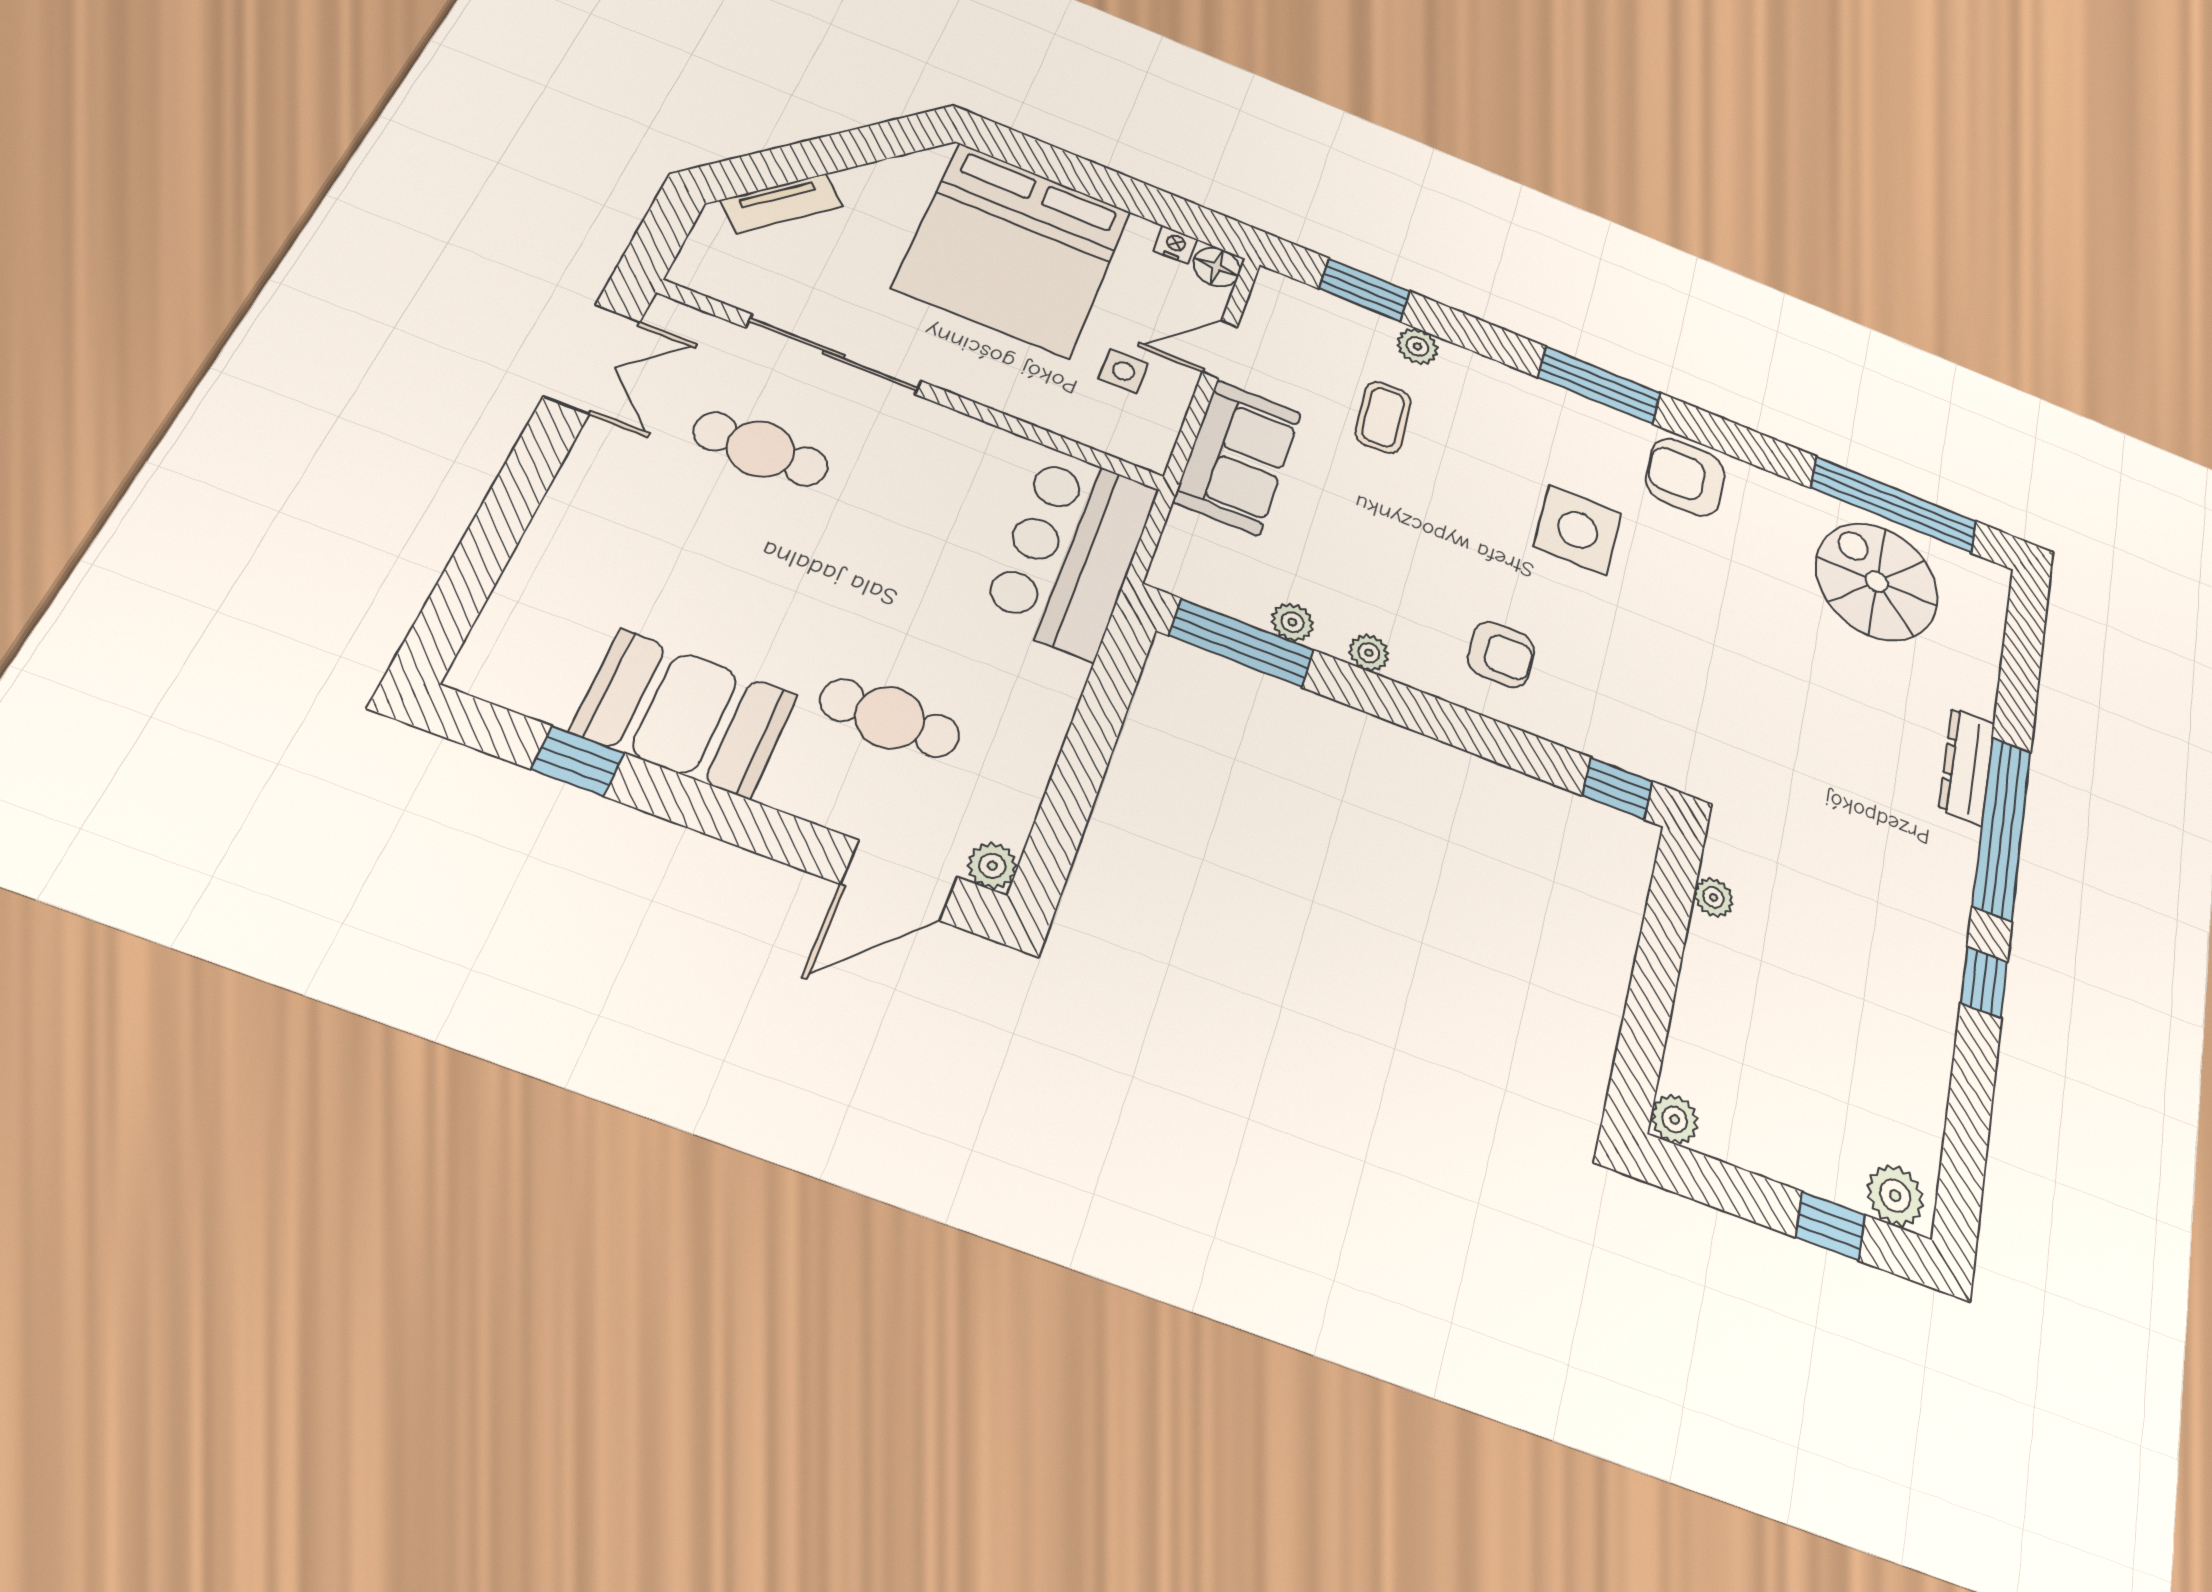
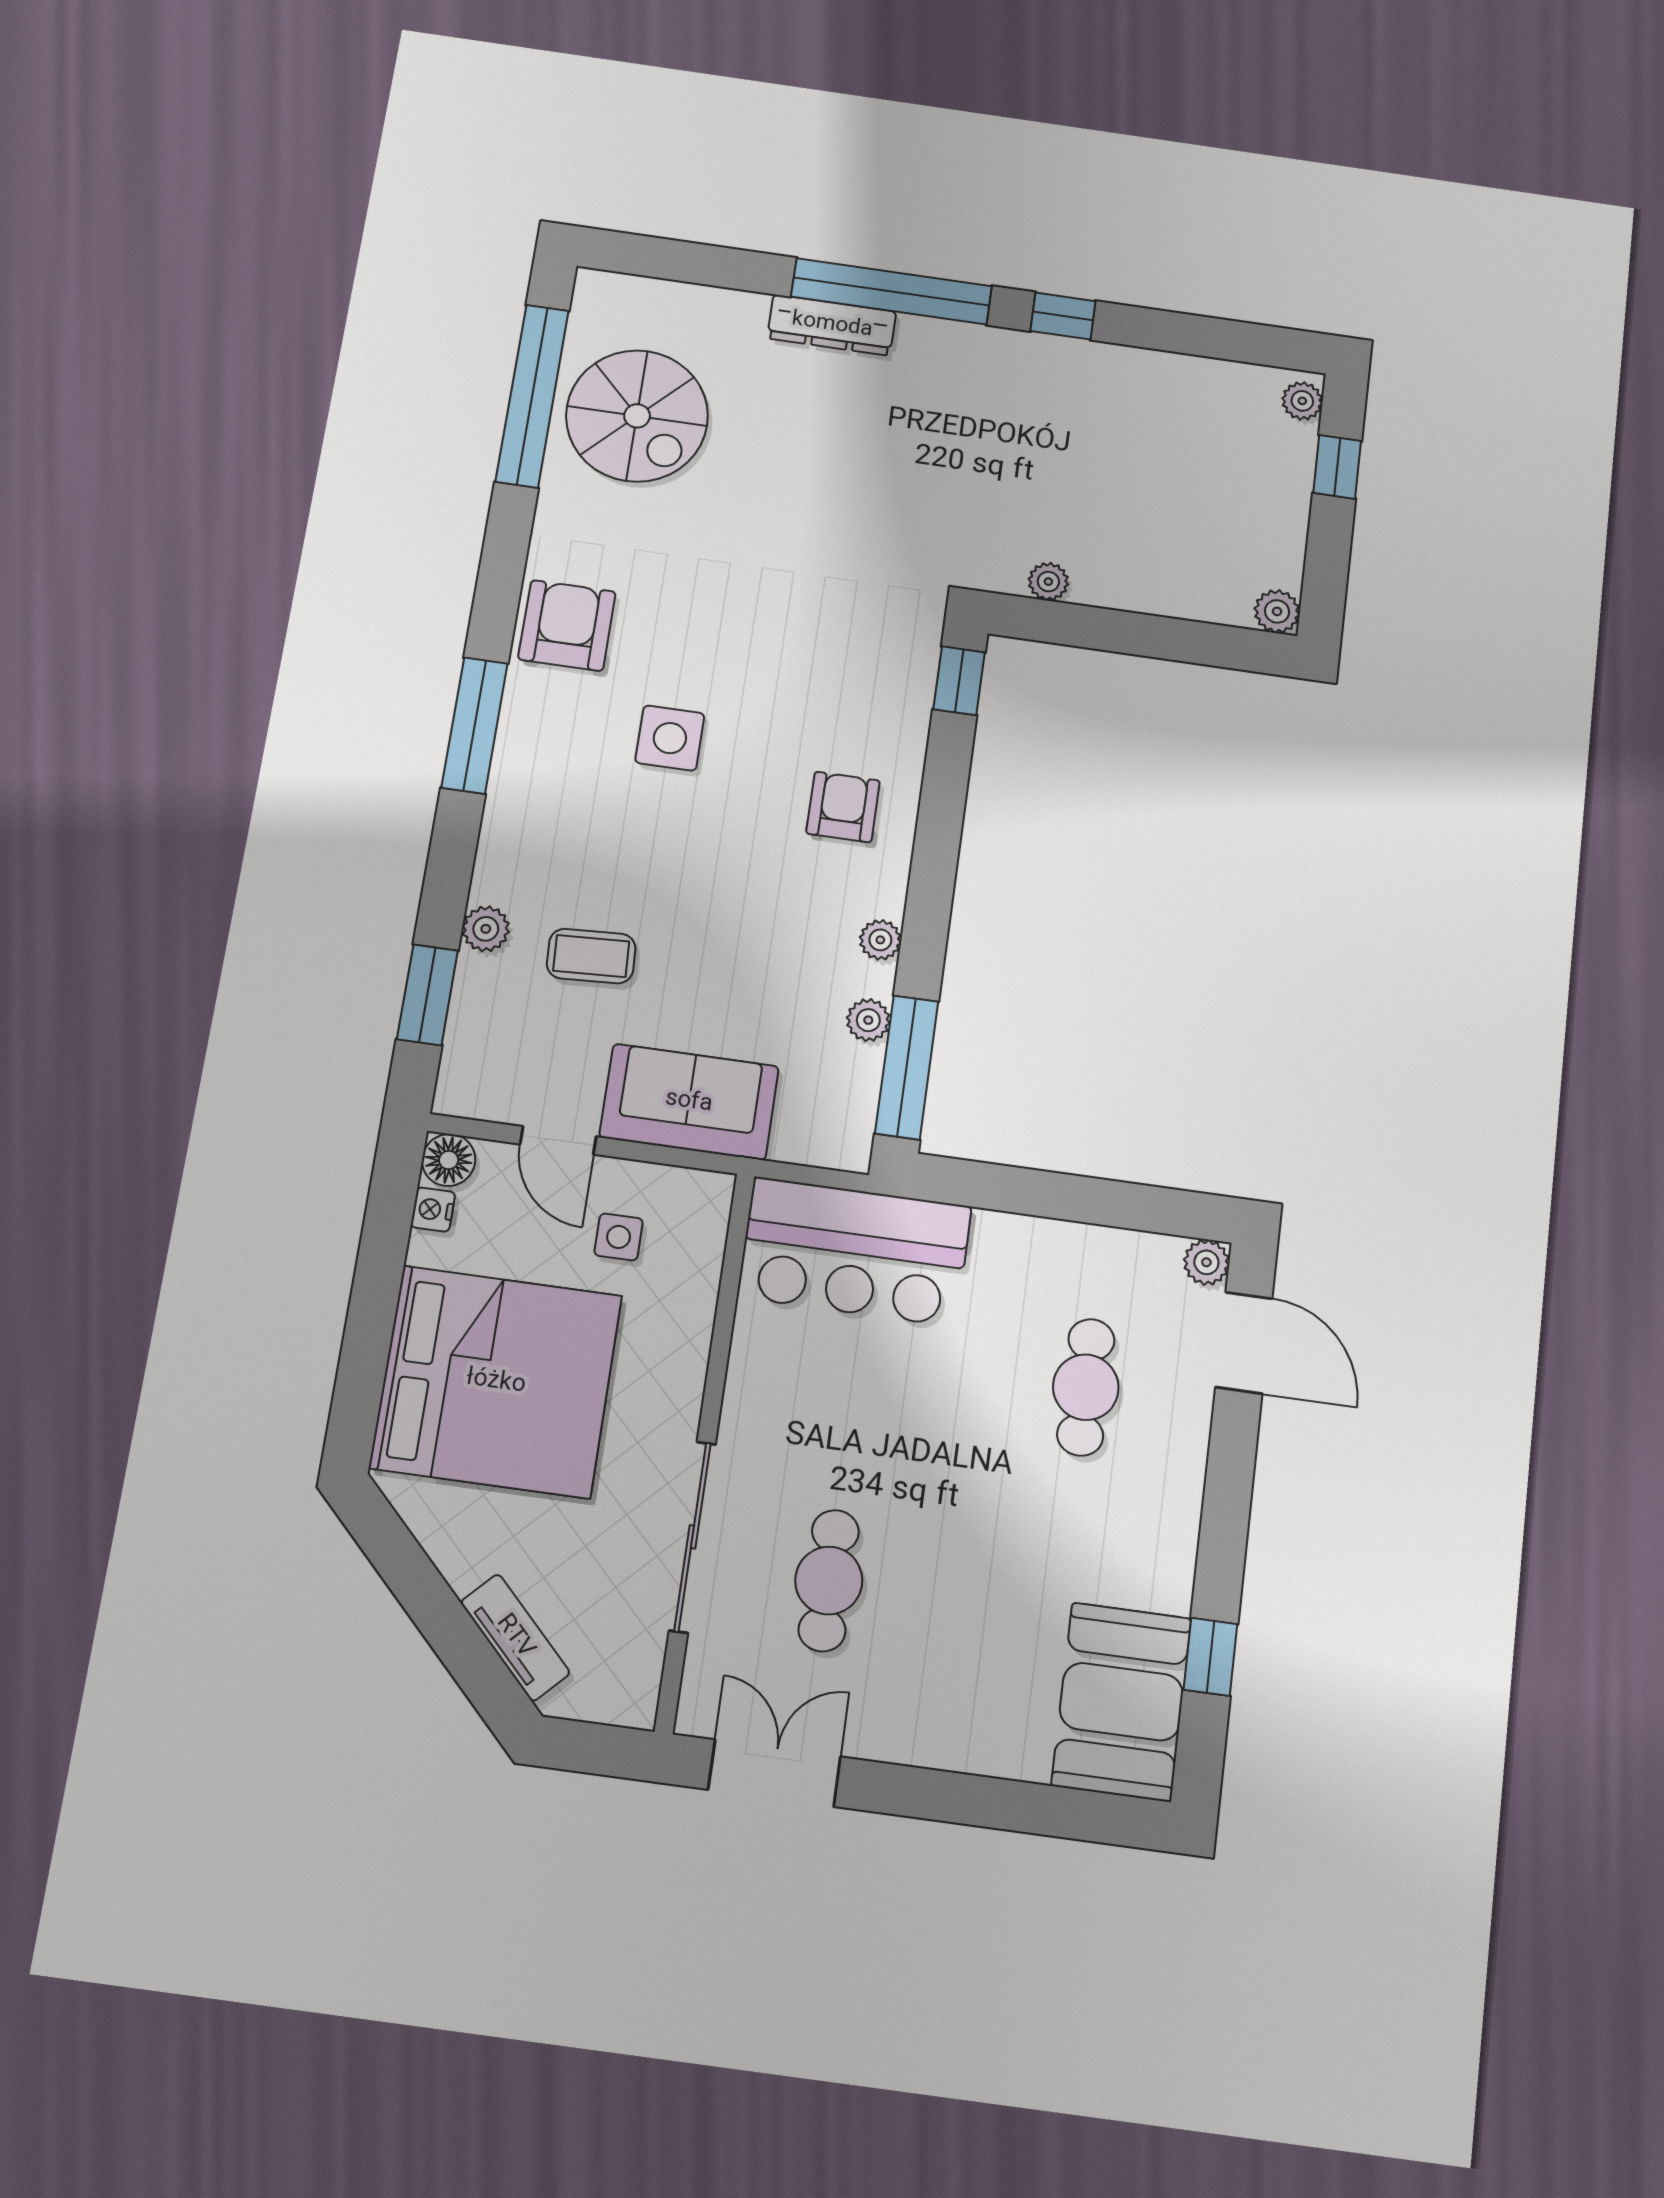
armchair: (1685, 477) -> (567, 626), turned 180
side table: (1578, 530) -> (670, 738), width x0.73, depth x0.73
spiral stairs: (1877, 581) -> (637, 416), turned -90
booth: (685, 713) -> (1121, 1702), moved
plant: (1895, 1196) -> (1302, 401), width x0.73, depth x0.73

